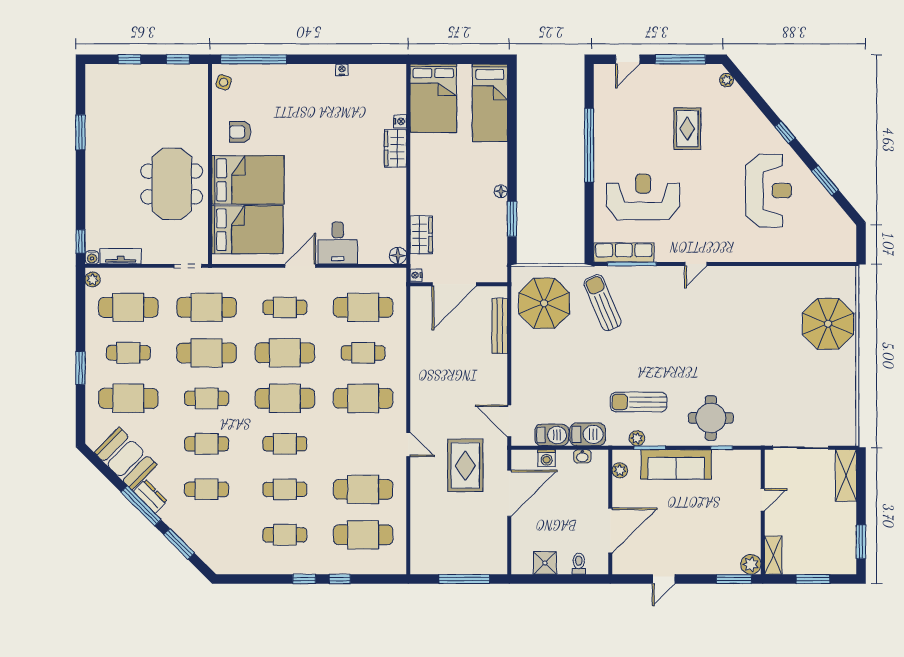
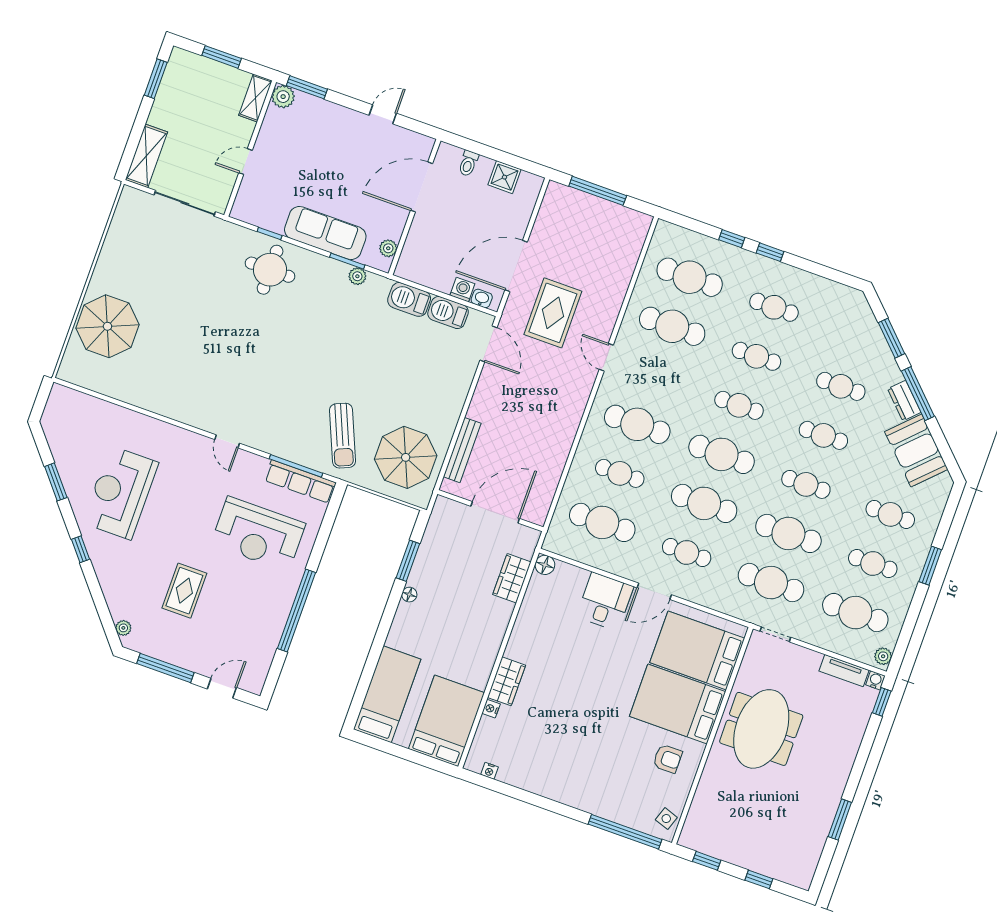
nightstand: (342, 70) -> (489, 771), moved
door: (696, 264) -> (227, 441), swing flipped
nightstand: (416, 275) -> (533, 537), removed
cafe table: (128, 398) -> (890, 514), width x0.73, depth x0.74
sun lounger: (639, 402) -> (342, 315), removed
washbasin: (582, 456) -> (482, 298), moved

